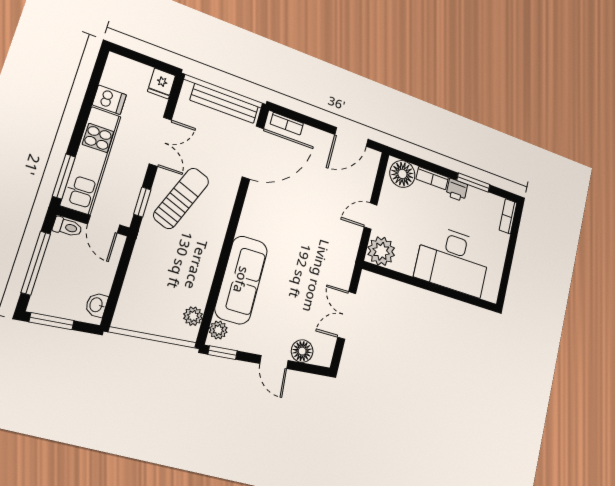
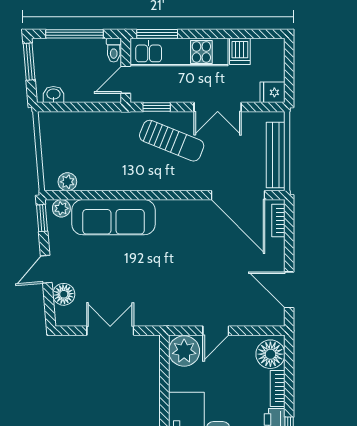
door: (371, 216) -> (216, 331), swing flipped

